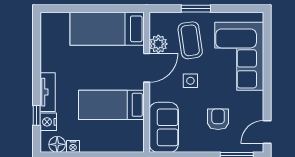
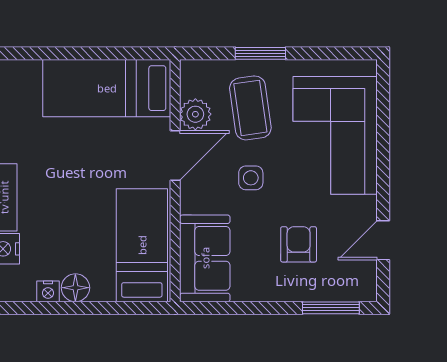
bed: (111, 105) -> (142, 245), moved, turned 90
door: (267, 132) -> (383, 240), moved
floor lamp: (57, 144) -> (75, 288), moved

